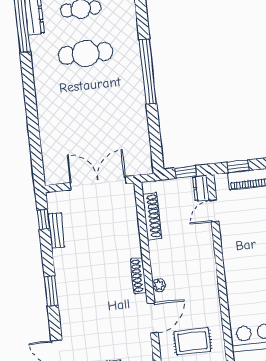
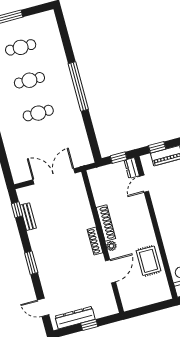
cafe table: (86, 53) -> (29, 80), width x0.73, depth x0.74
cafe table: (90, 98) -> (38, 113), added
shoe rack: (152, 216) -> (106, 223), moved
rug: (193, 341) -> (149, 261), moved, turned 90

